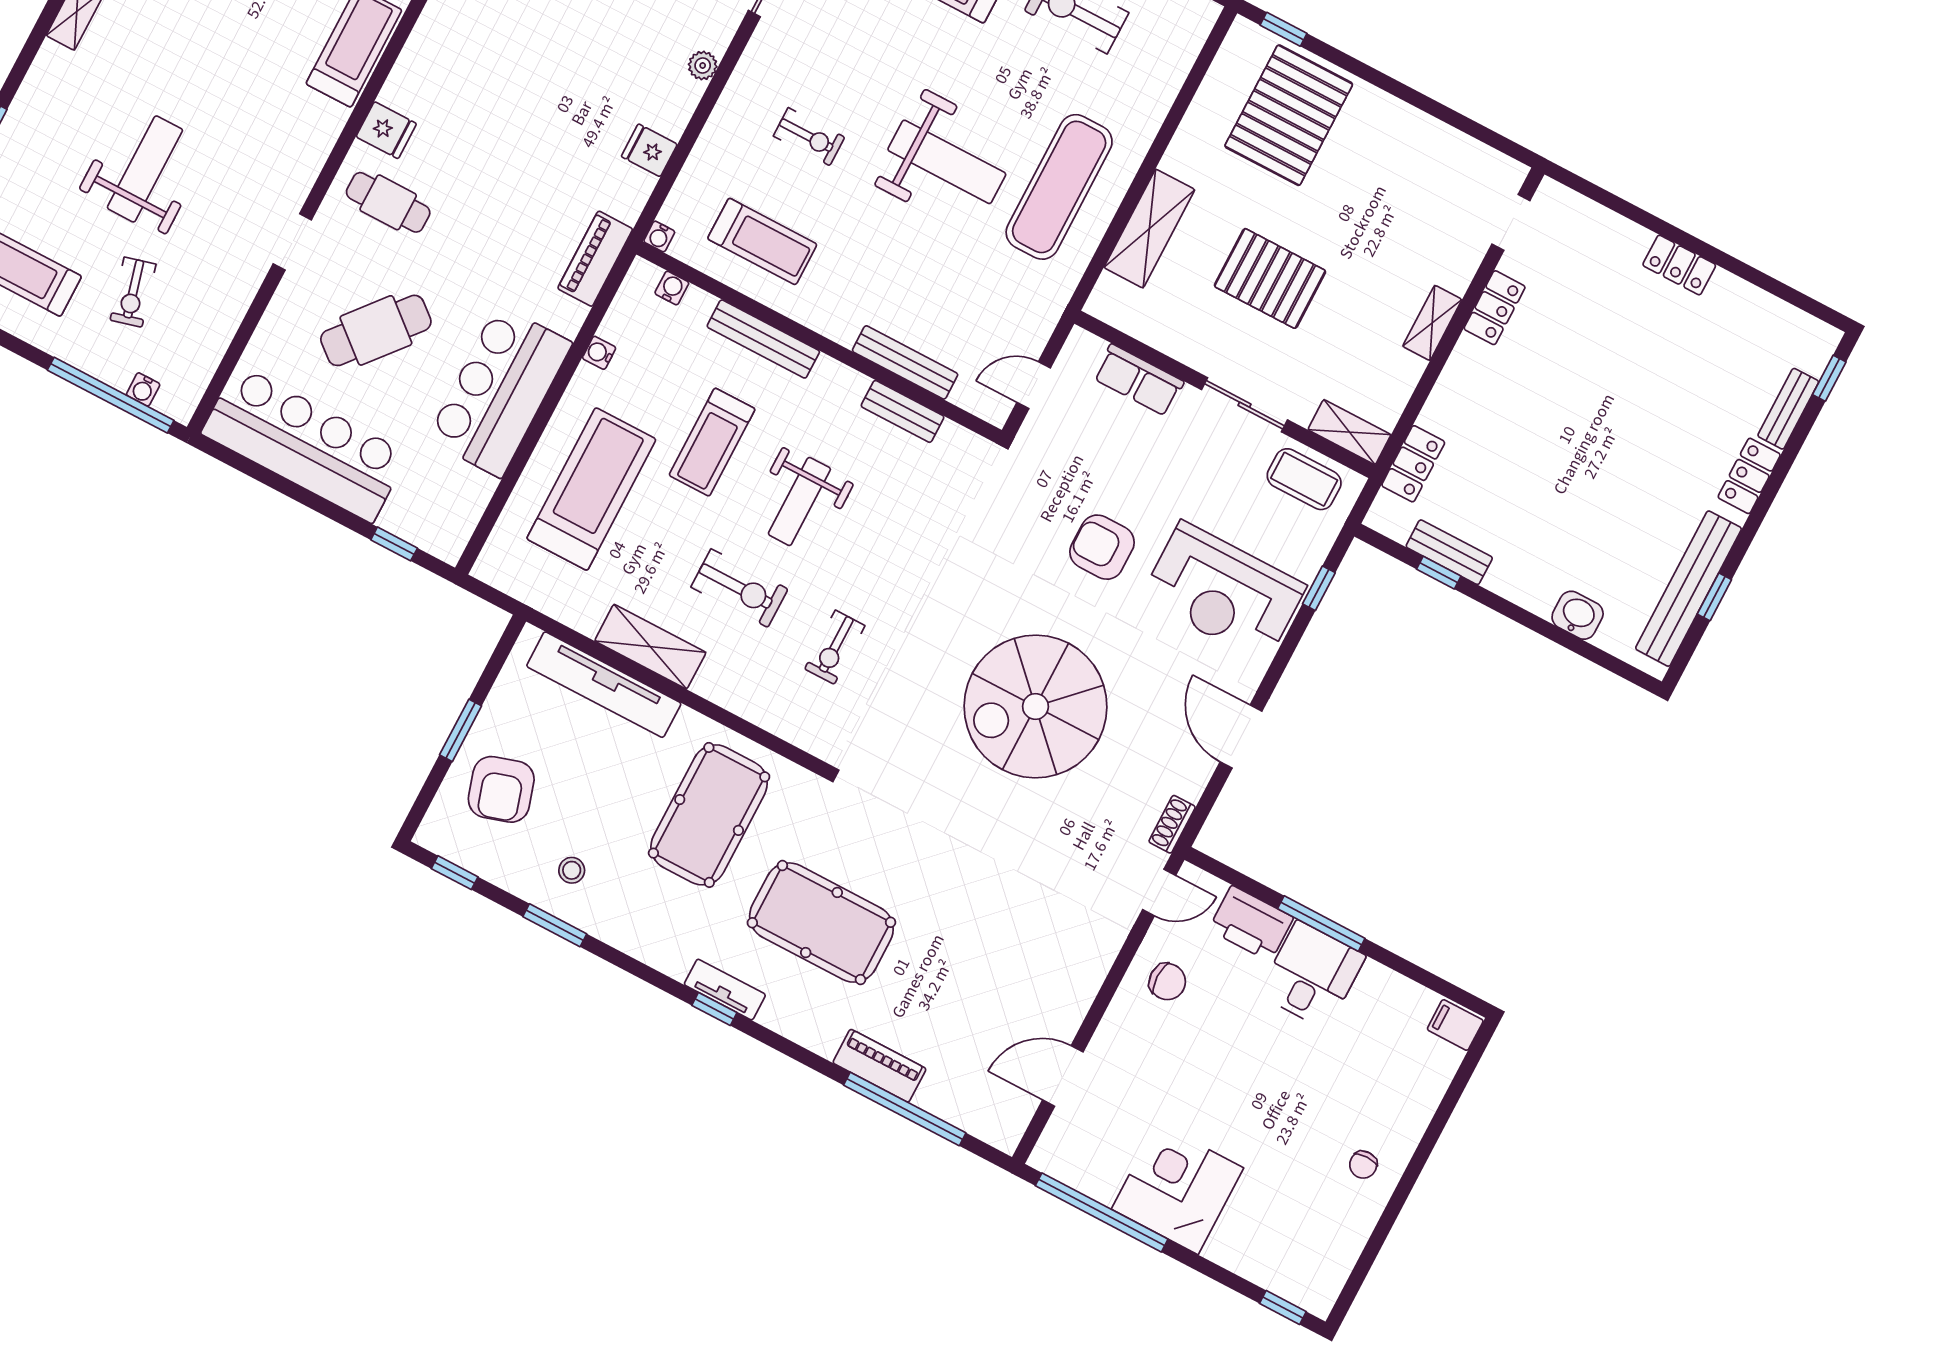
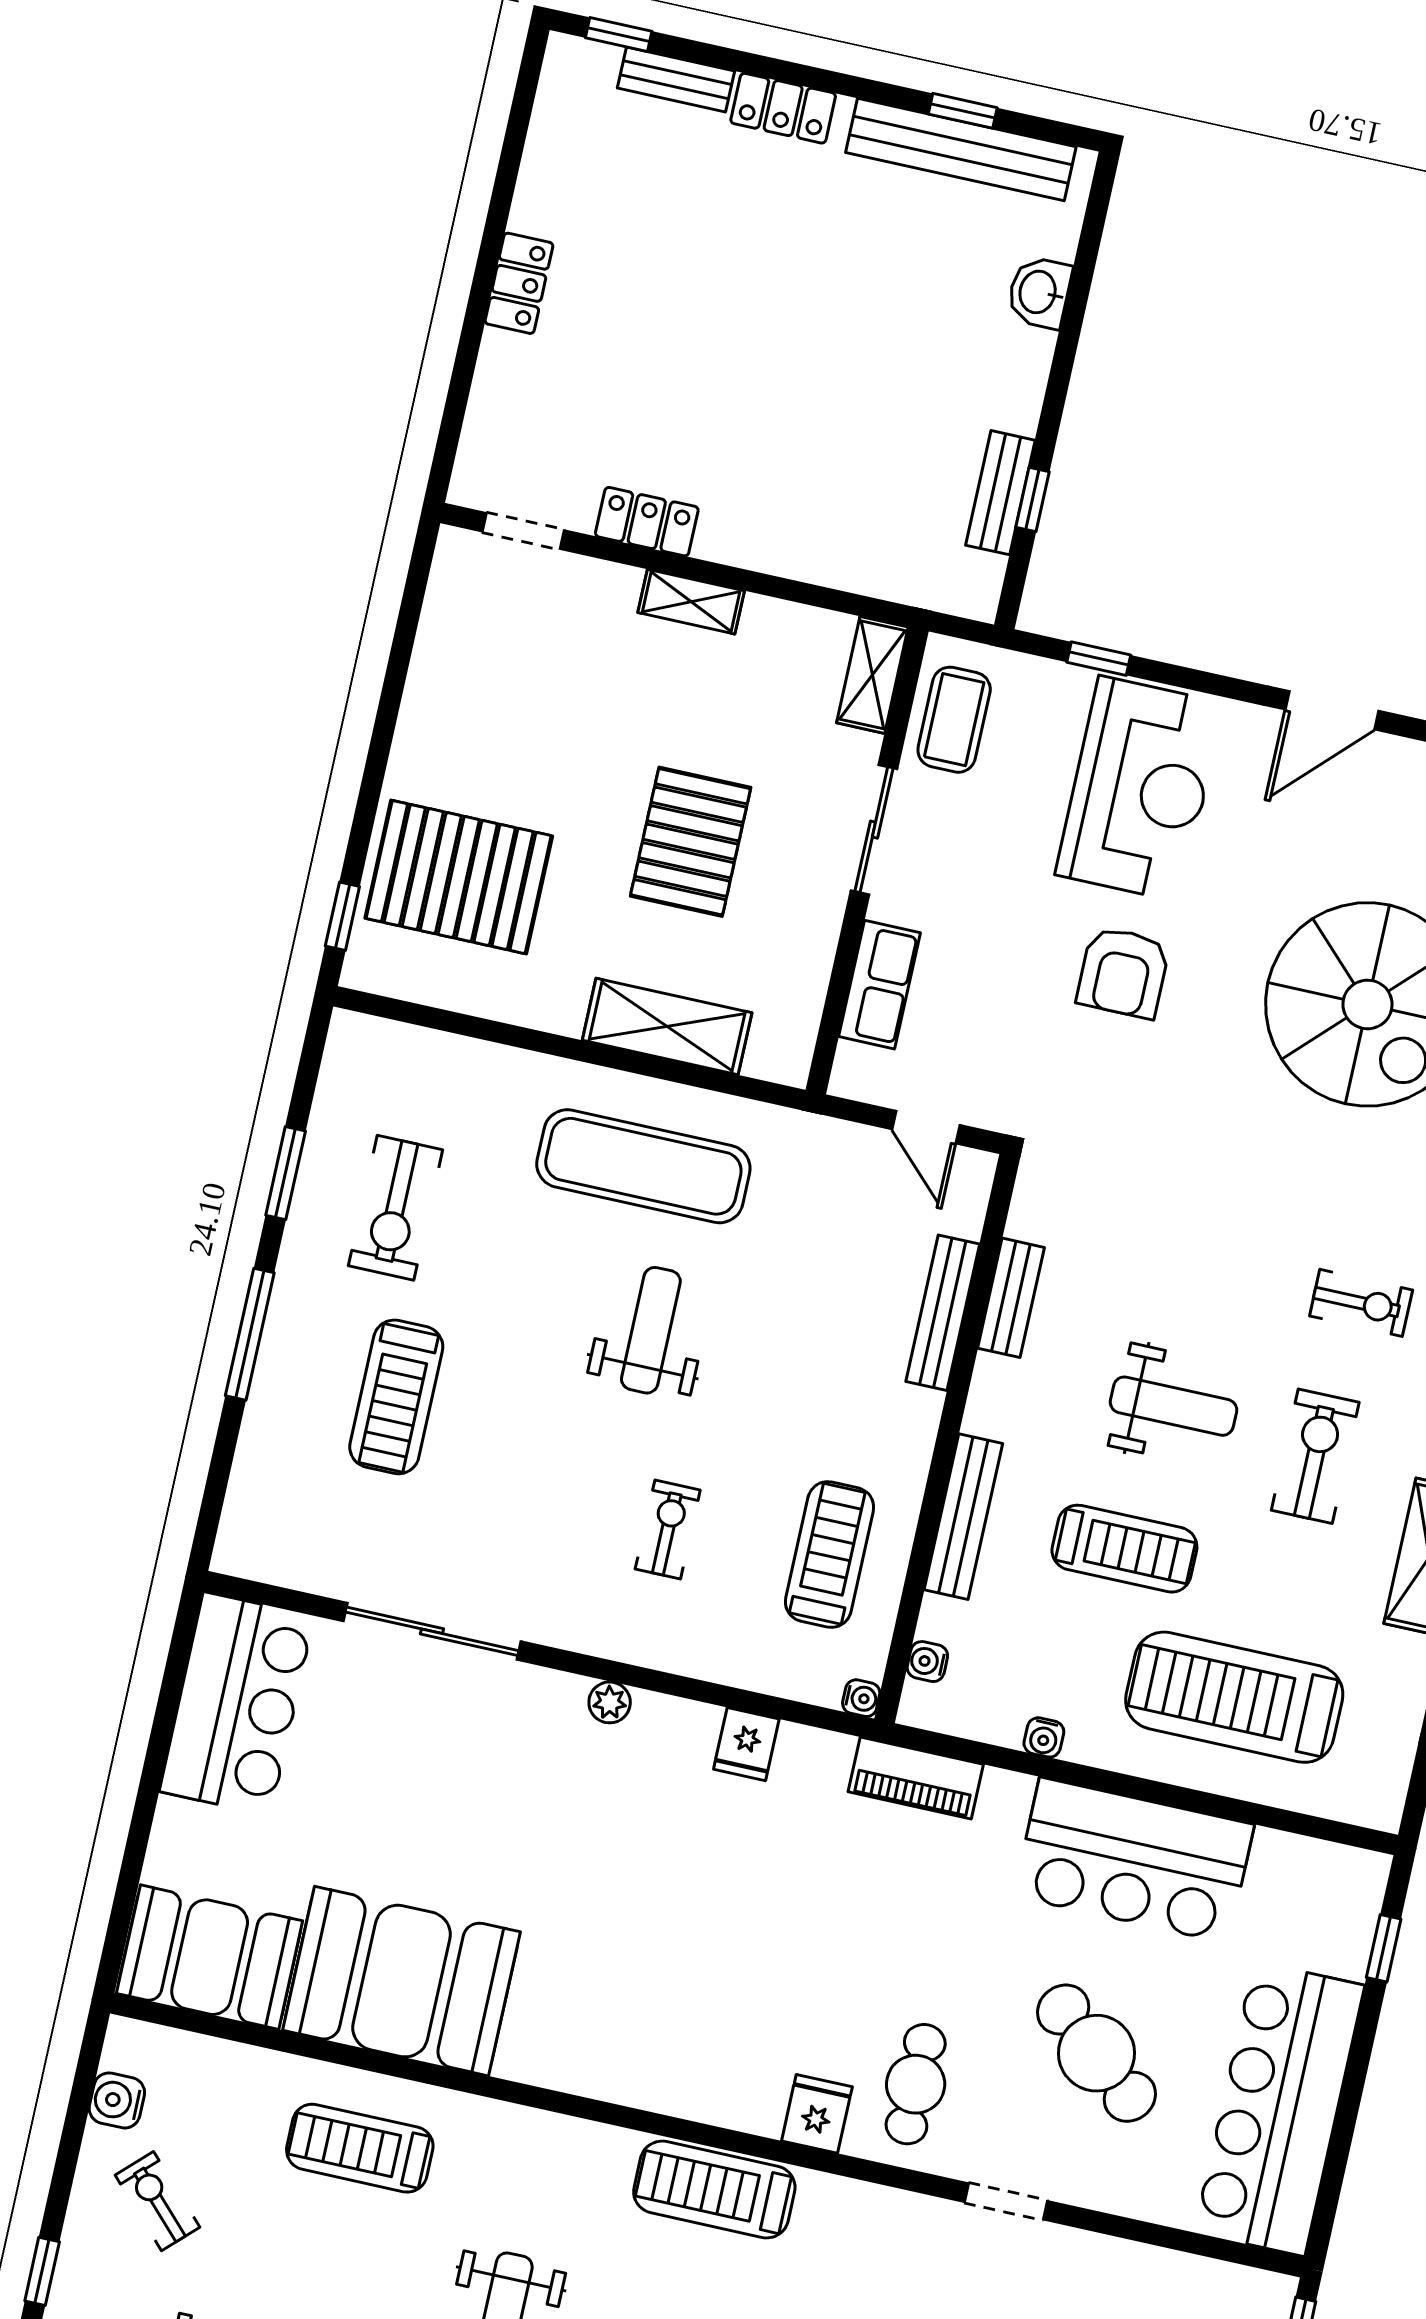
weight bench: (947, 162) -> (651, 1330), width x0.73, depth x0.75
locker: (1413, 464) -> (892, 575), removed

